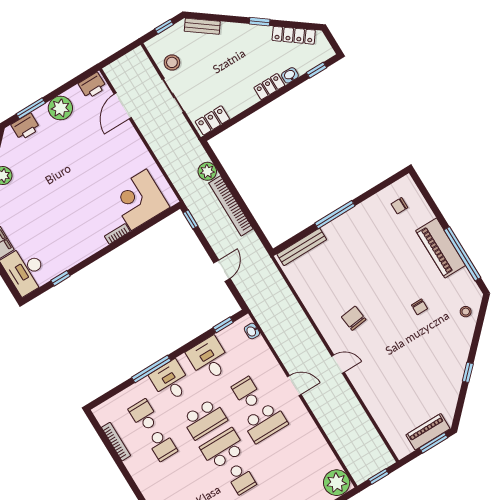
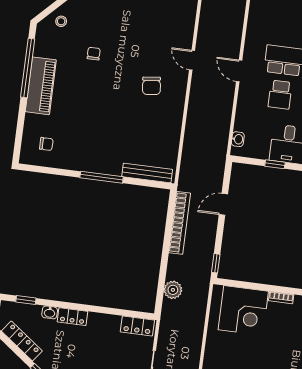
bookcase: (231, 206) -> (180, 223), moved
window: (223, 325) -> (275, 164), moved

